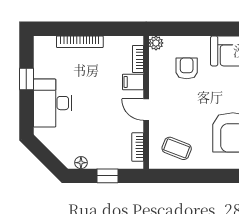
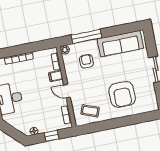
window: (194, 29) -> (86, 36), added

